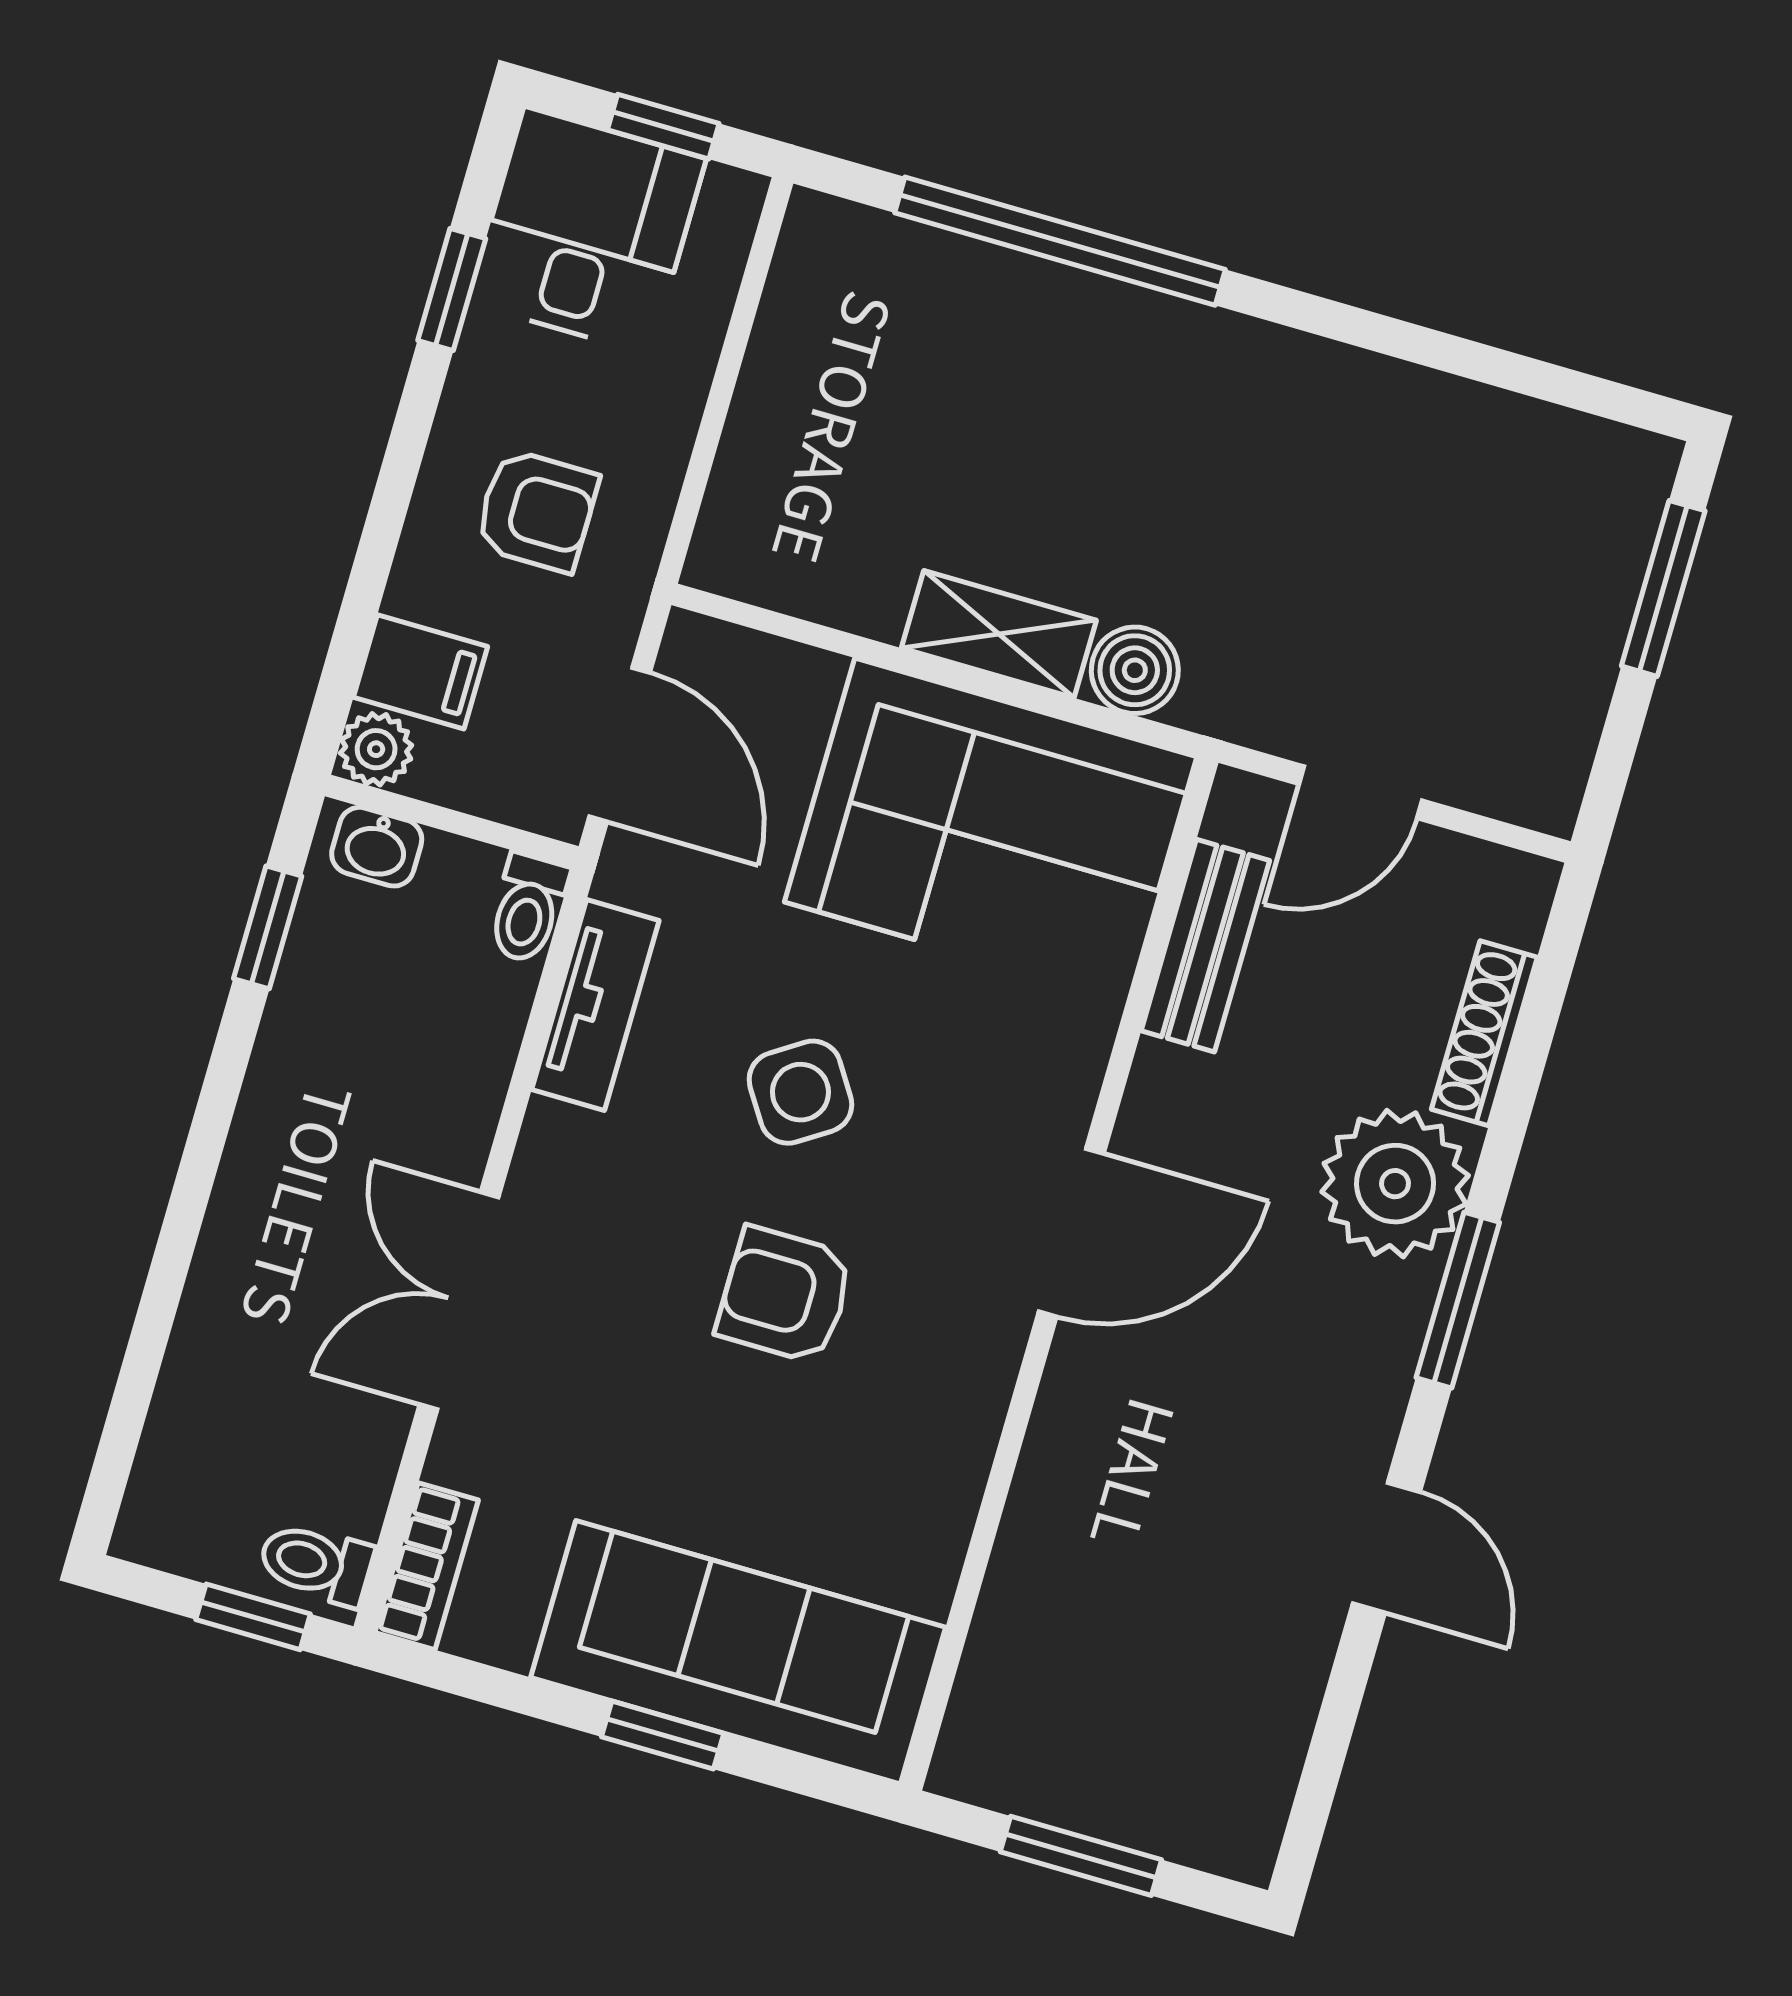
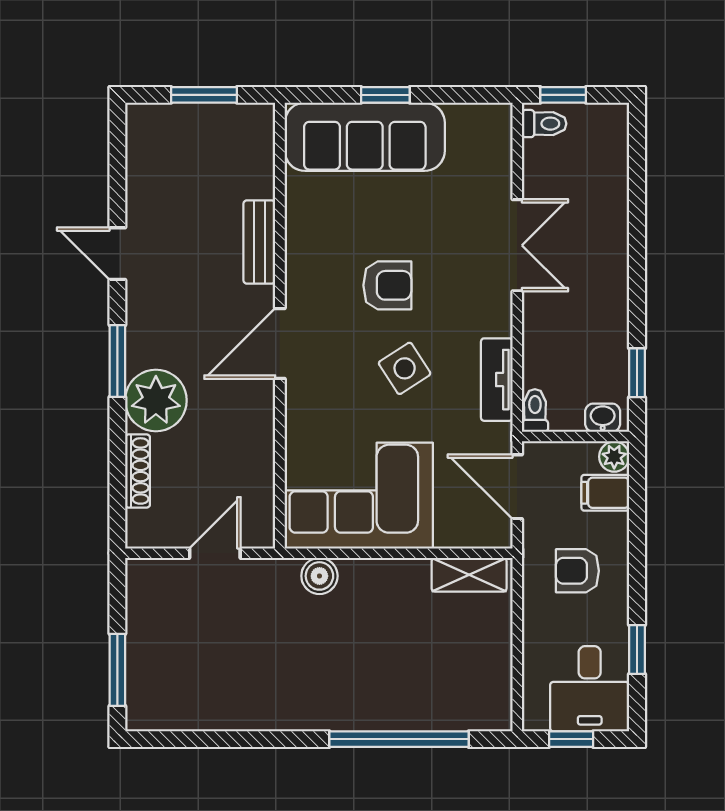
shelving: (999, 634) -> (469, 575), moved
bench: (1205, 946) -> (259, 242), moved
bookcase: (427, 1566) -> (499, 135), removed

